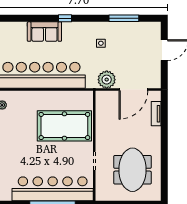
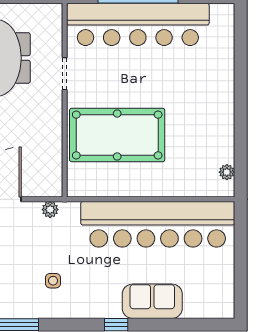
plant: (107, 80) -> (50, 210), width x0.53, depth x0.53

